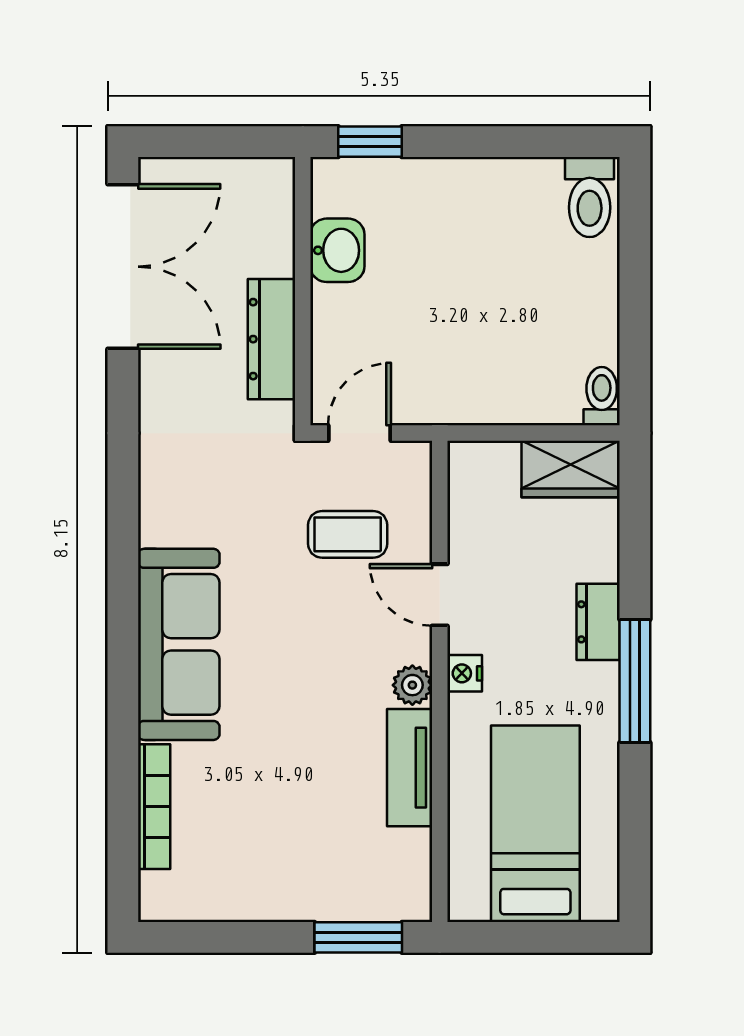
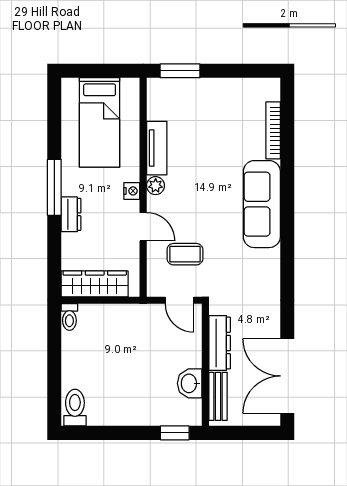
bench: (275, 222) -> (218, 396), added
door: (360, 433) -> (180, 300), hinge flipped
wardrobe: (571, 469) -> (95, 284), width x1.50

